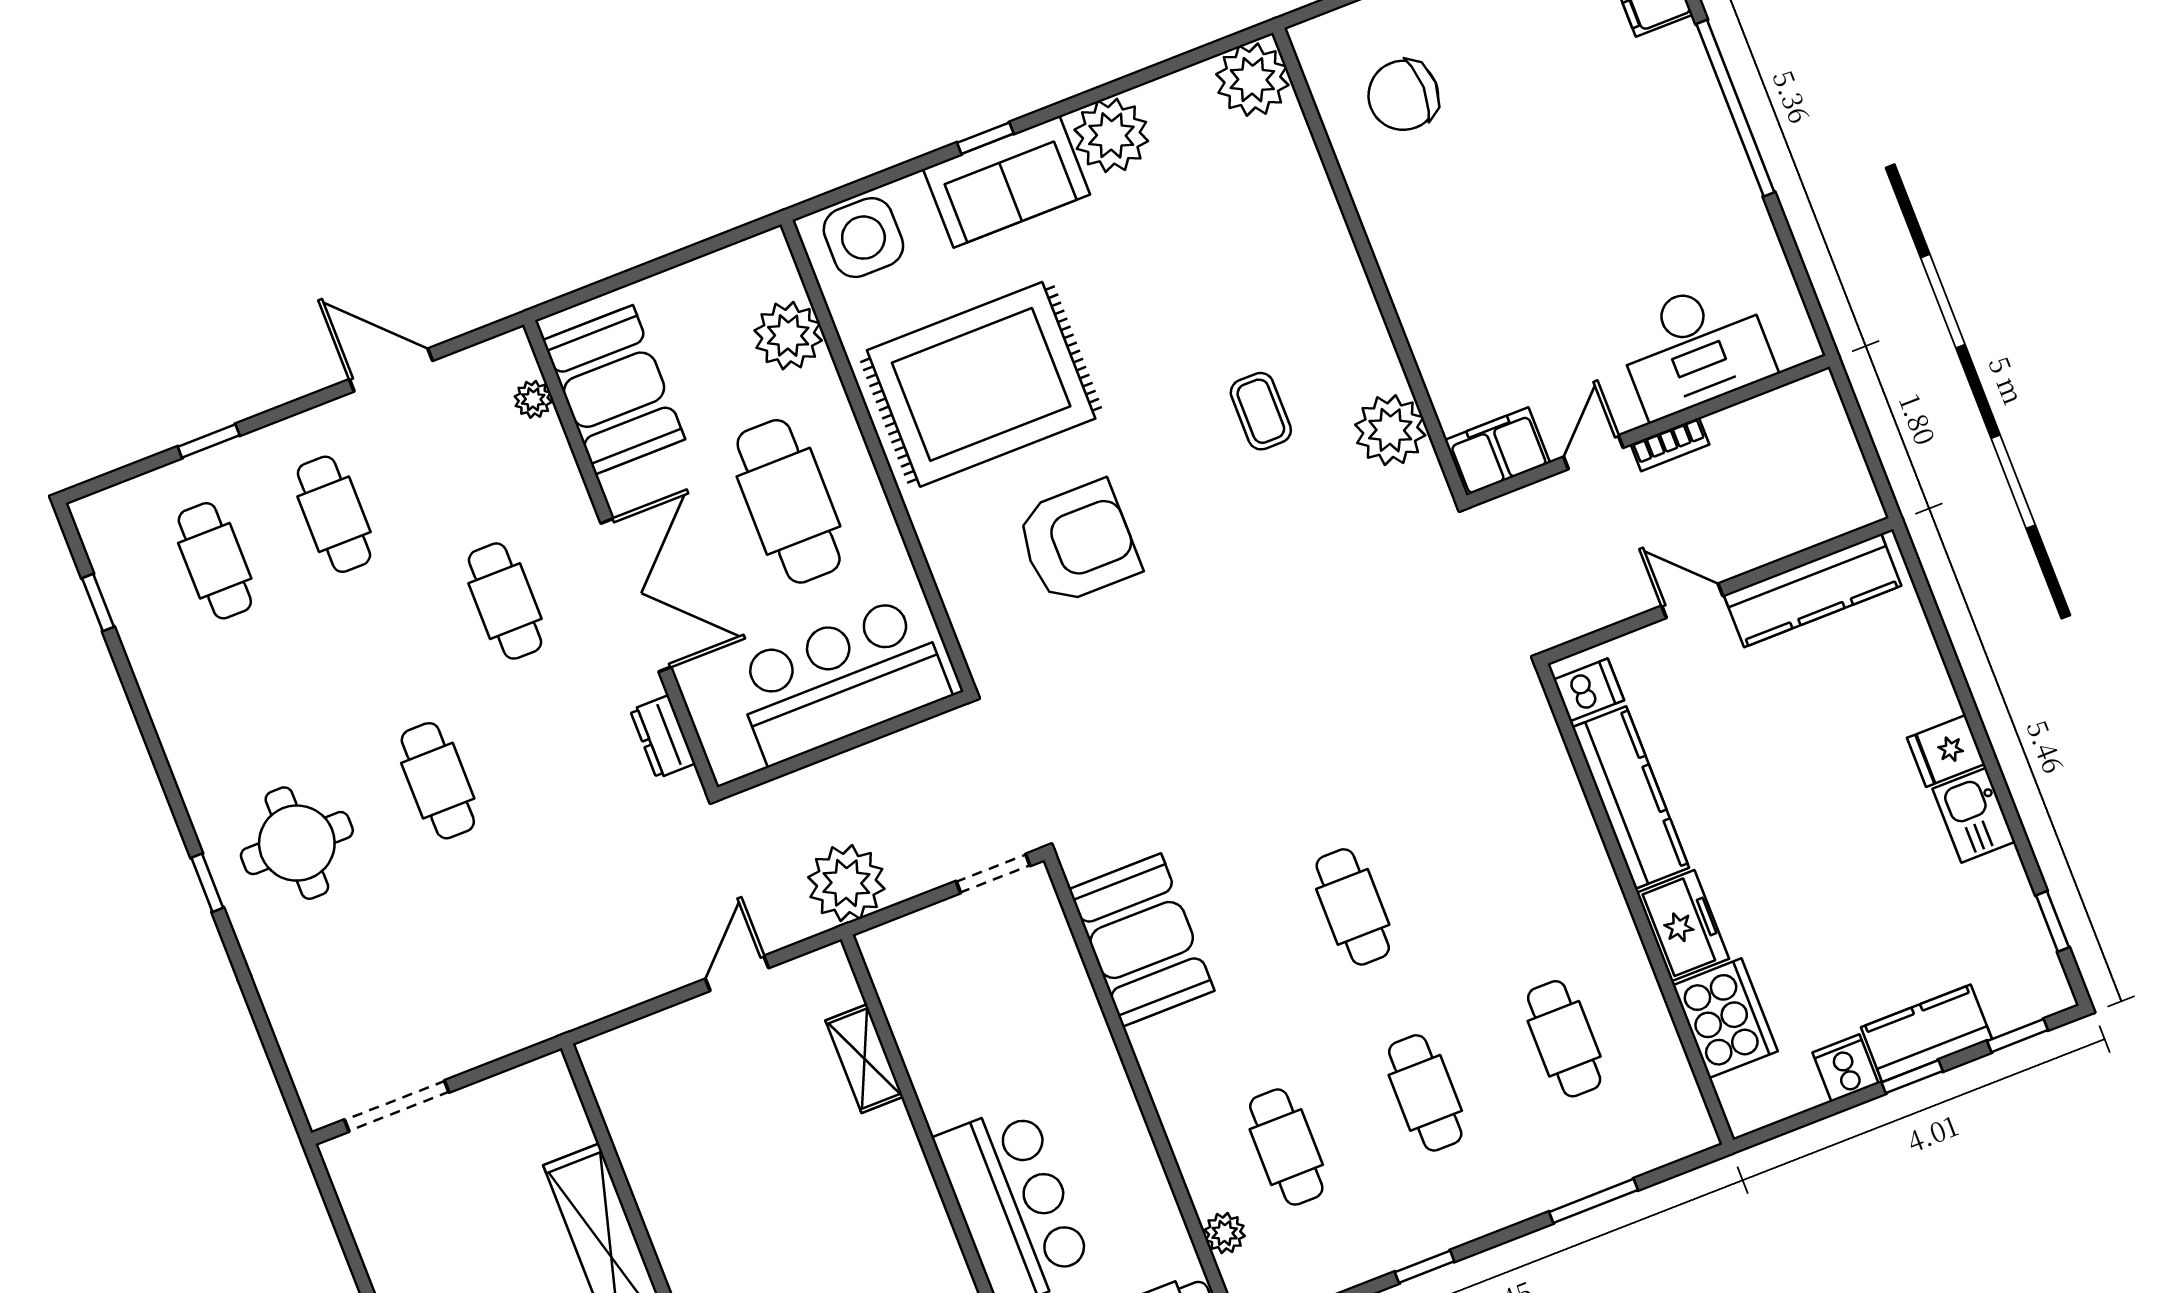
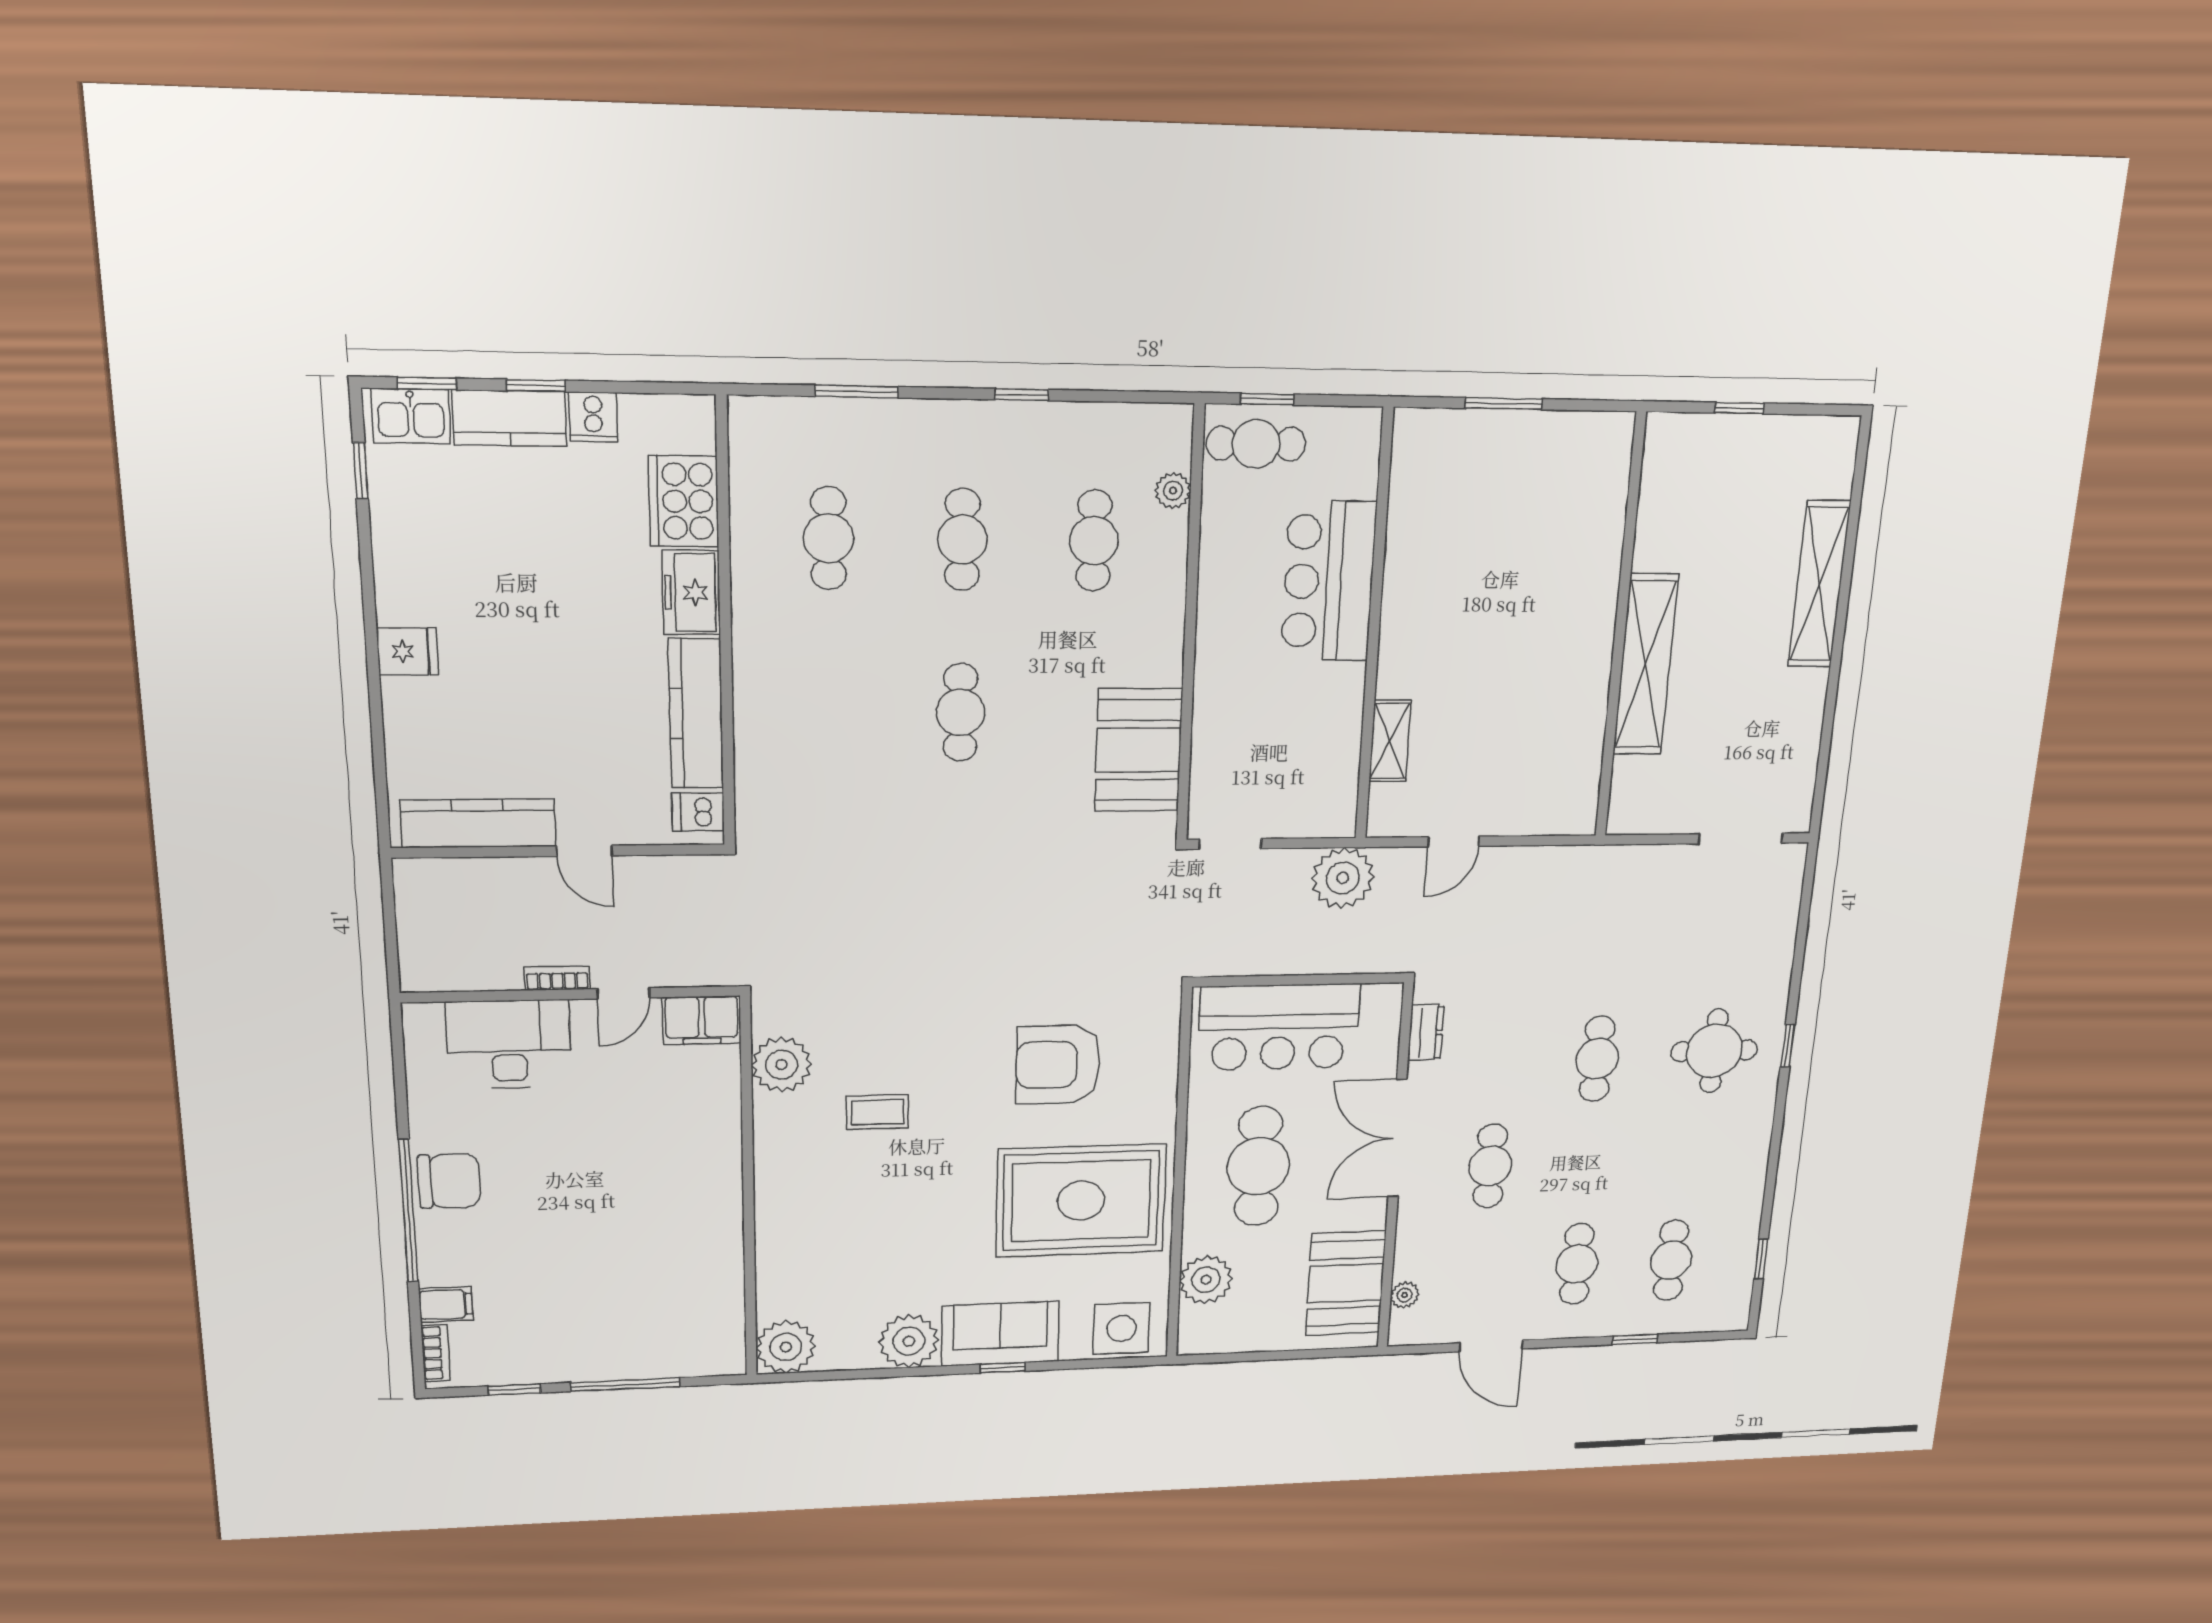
chair: (1403, 95) -> (449, 1181), moved
coffee table: (1261, 411) -> (877, 1112), turned 90
kitchen sink: (1974, 815) -> (411, 416), moved, turned 90

